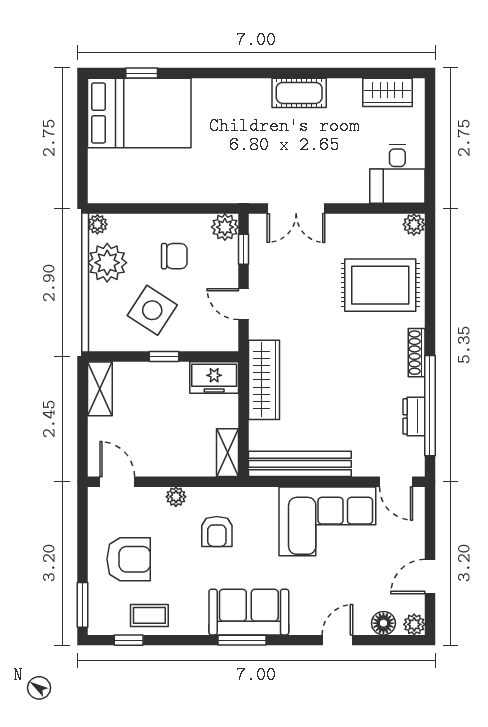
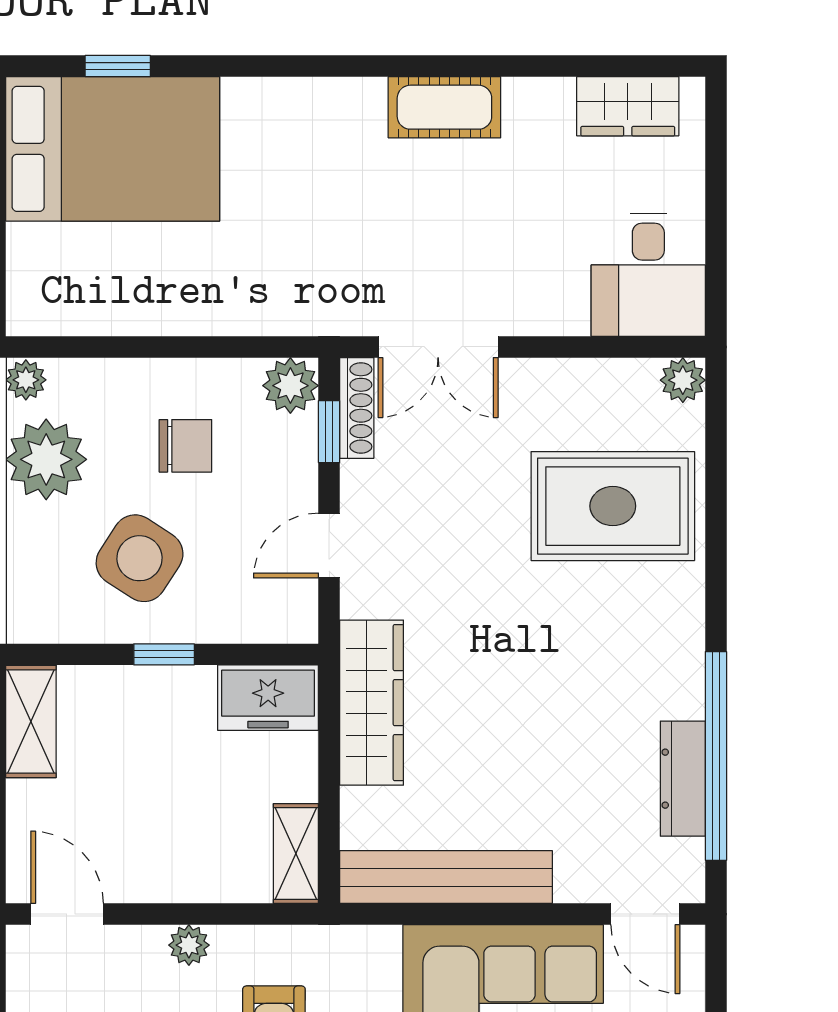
door: (243, 304) -> (329, 545), hinge flipped
shoe rack: (417, 353) -> (357, 408), moved, turned 180
dresser: (414, 416) -> (683, 779), width x1.44

